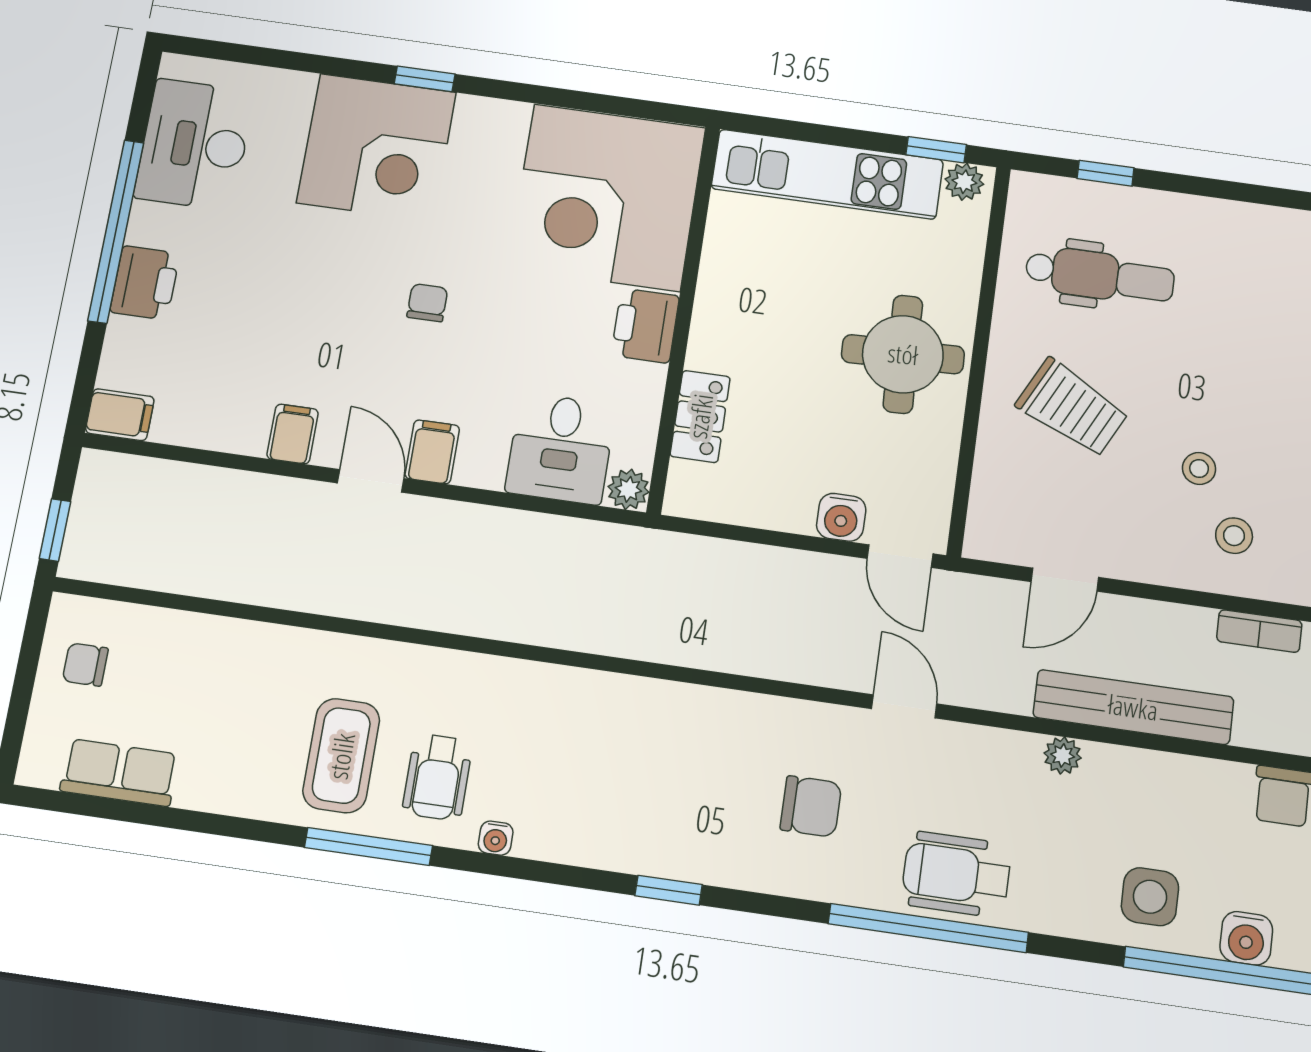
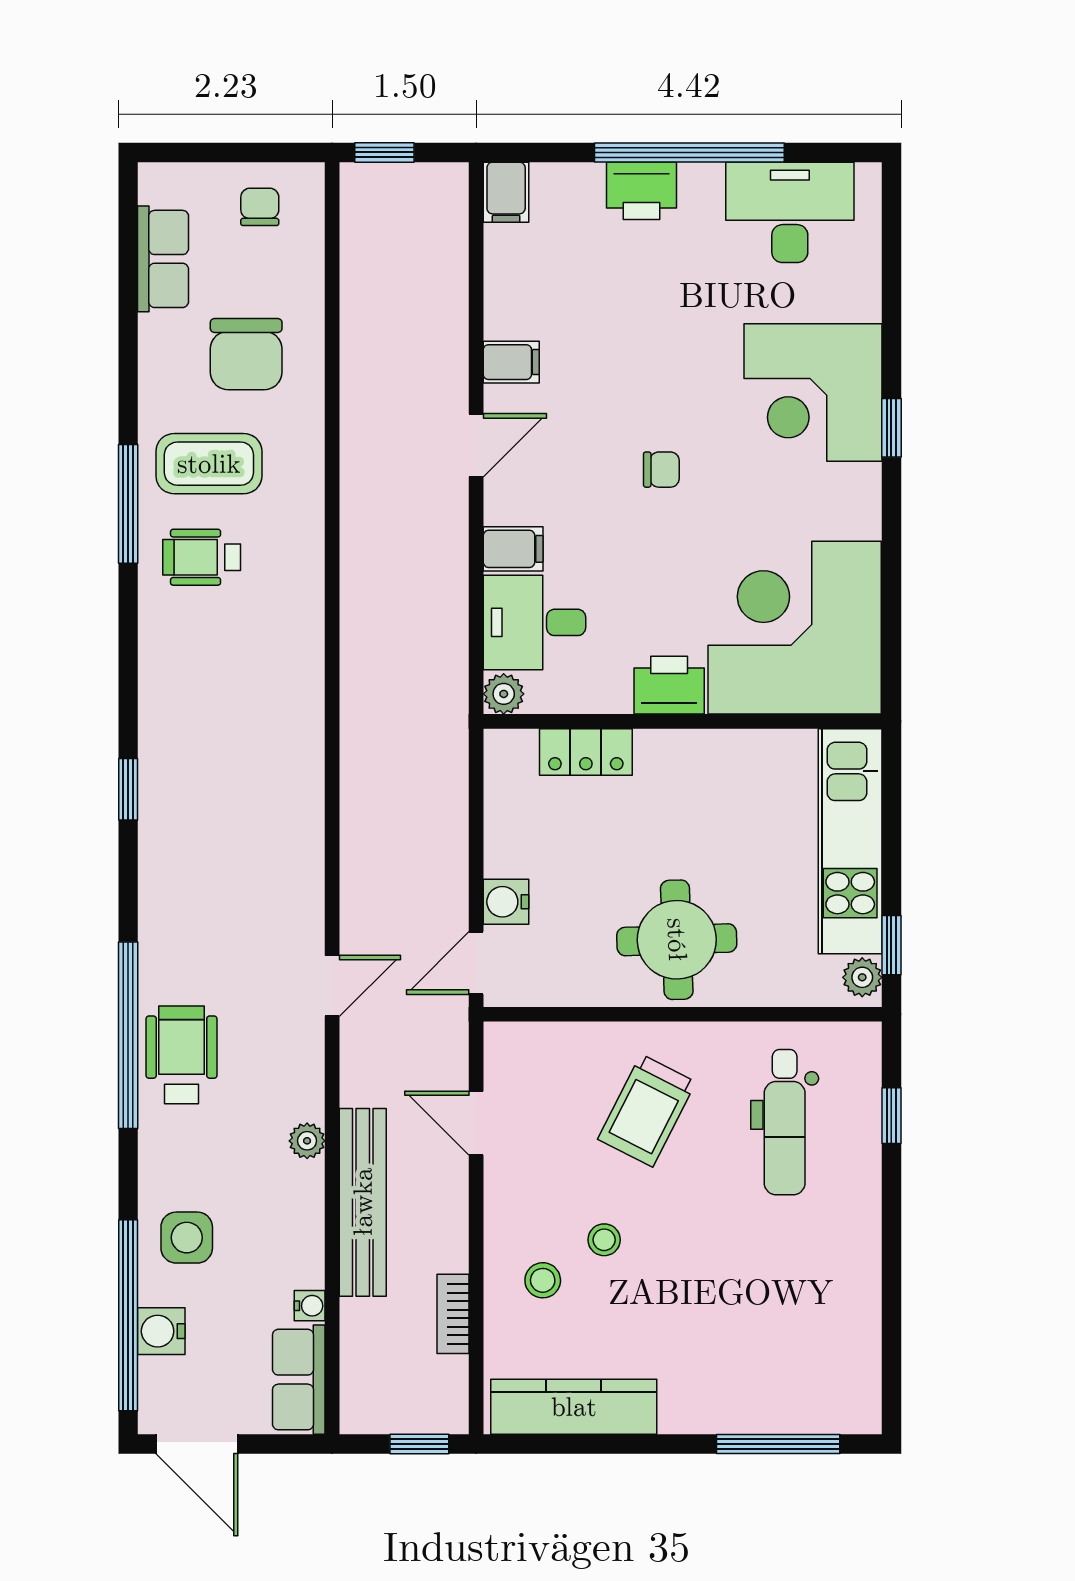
filing cabinet: (432, 452) -> (513, 549), moved
chair: (811, 806) -> (246, 354), moved, width x1.37, depth x1.37
water cooler: (496, 838) -> (310, 1306), moved, turned 180

